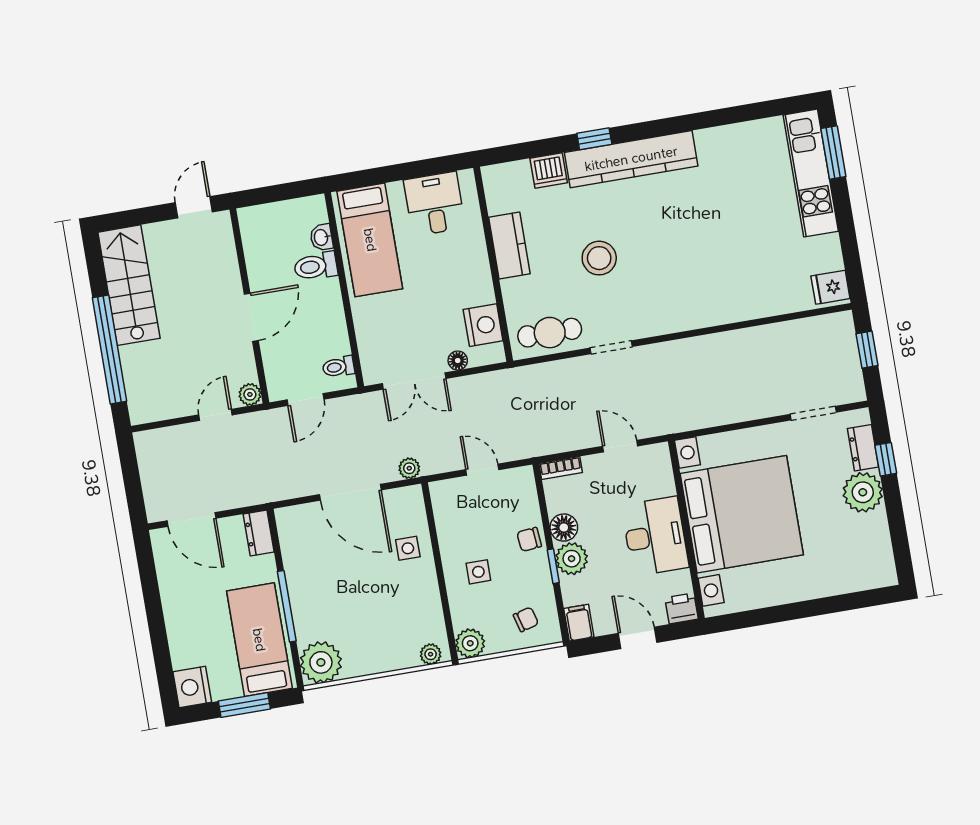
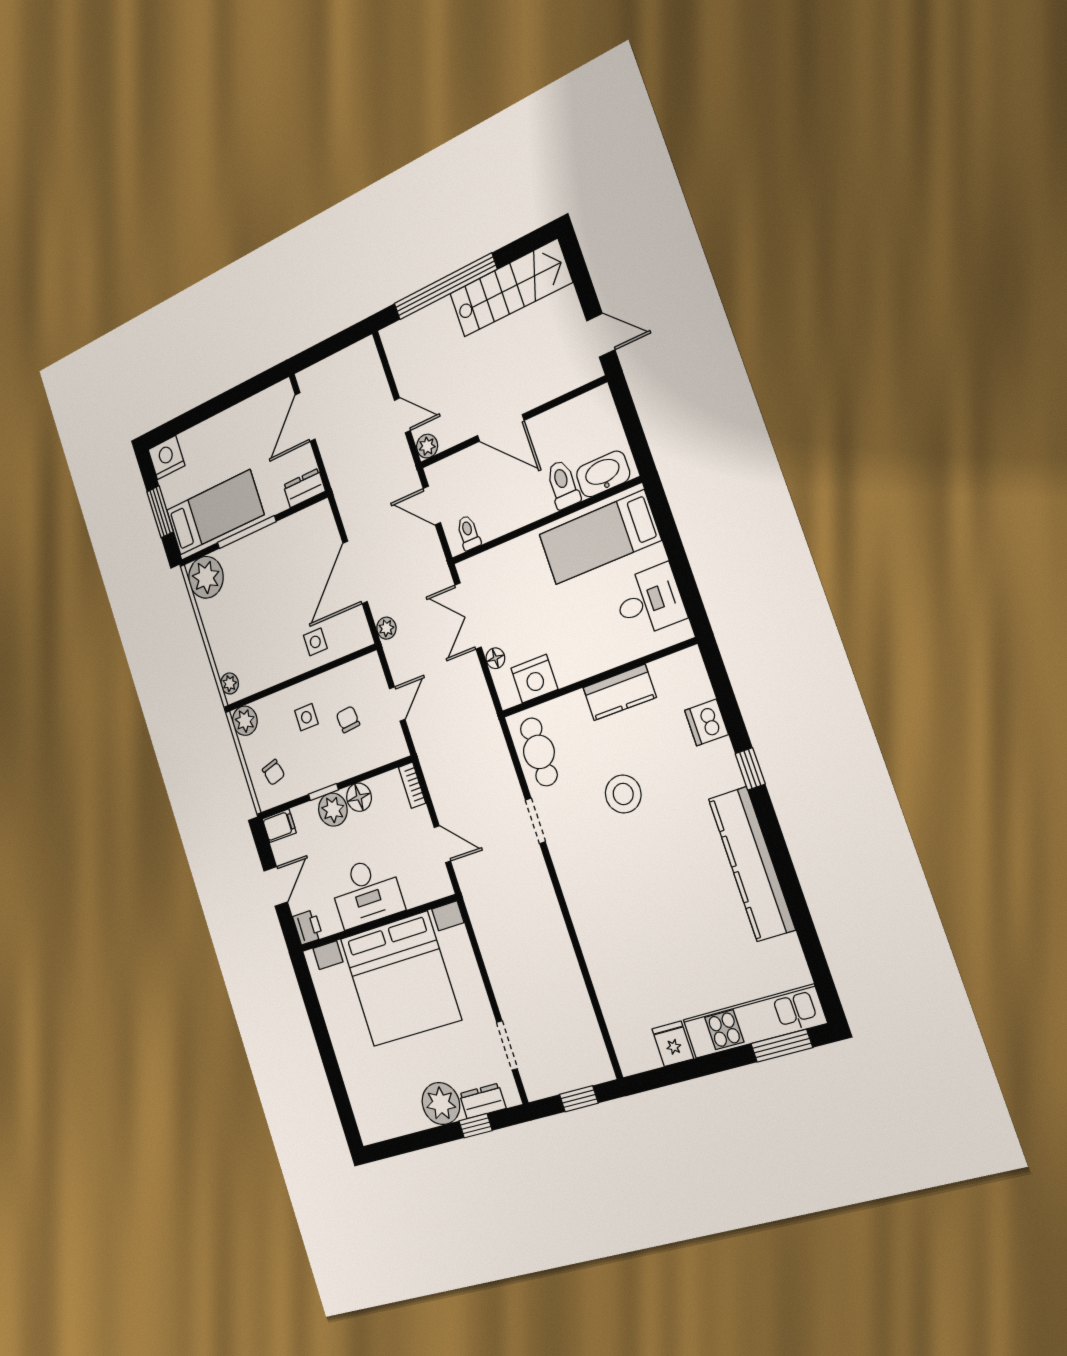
kitchen counter: (631, 159) -> (752, 864), moved
washbasin: (322, 237) -> (603, 474), width x1.91, depth x1.45
fridge: (830, 287) -> (673, 1044), moved
door: (620, 446) -> (442, 844), hinge flipped
chair: (529, 539) -> (348, 719), moved

